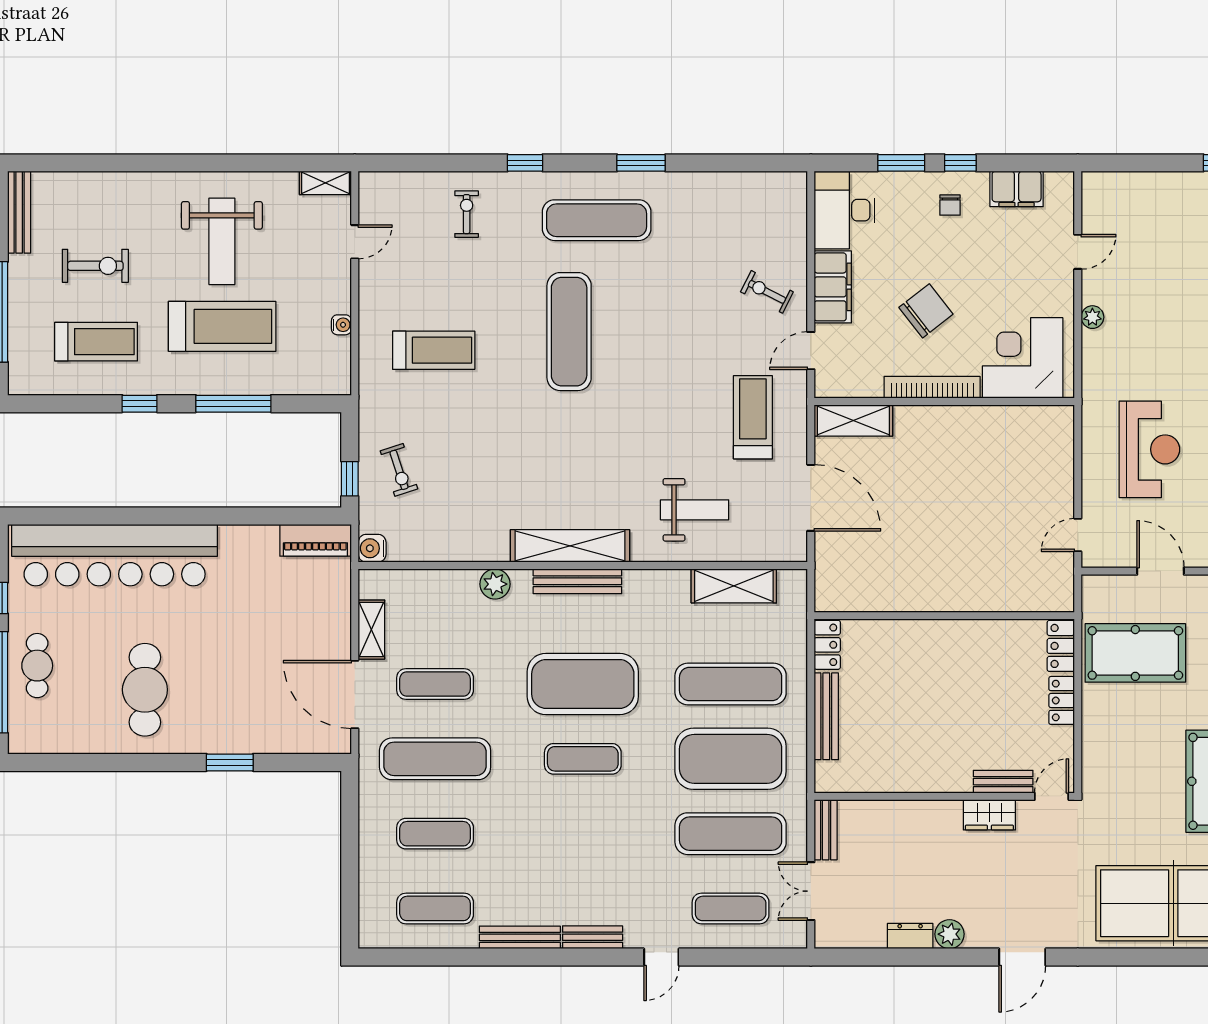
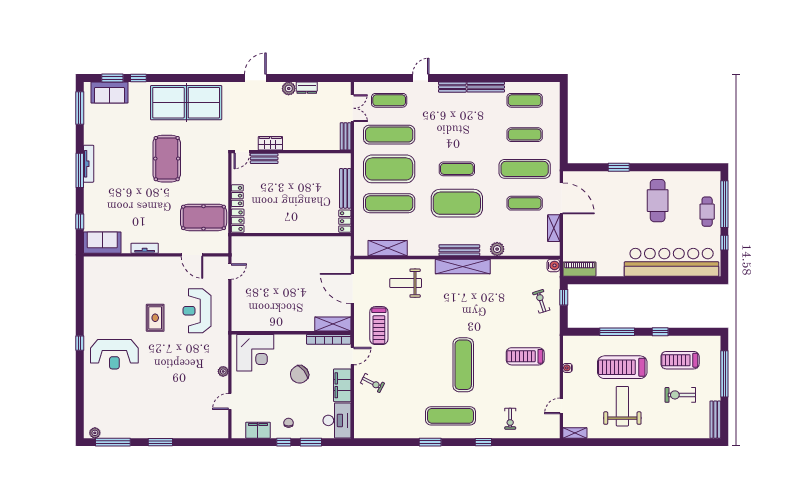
bookcase: (932, 387) -> (329, 339), moved

